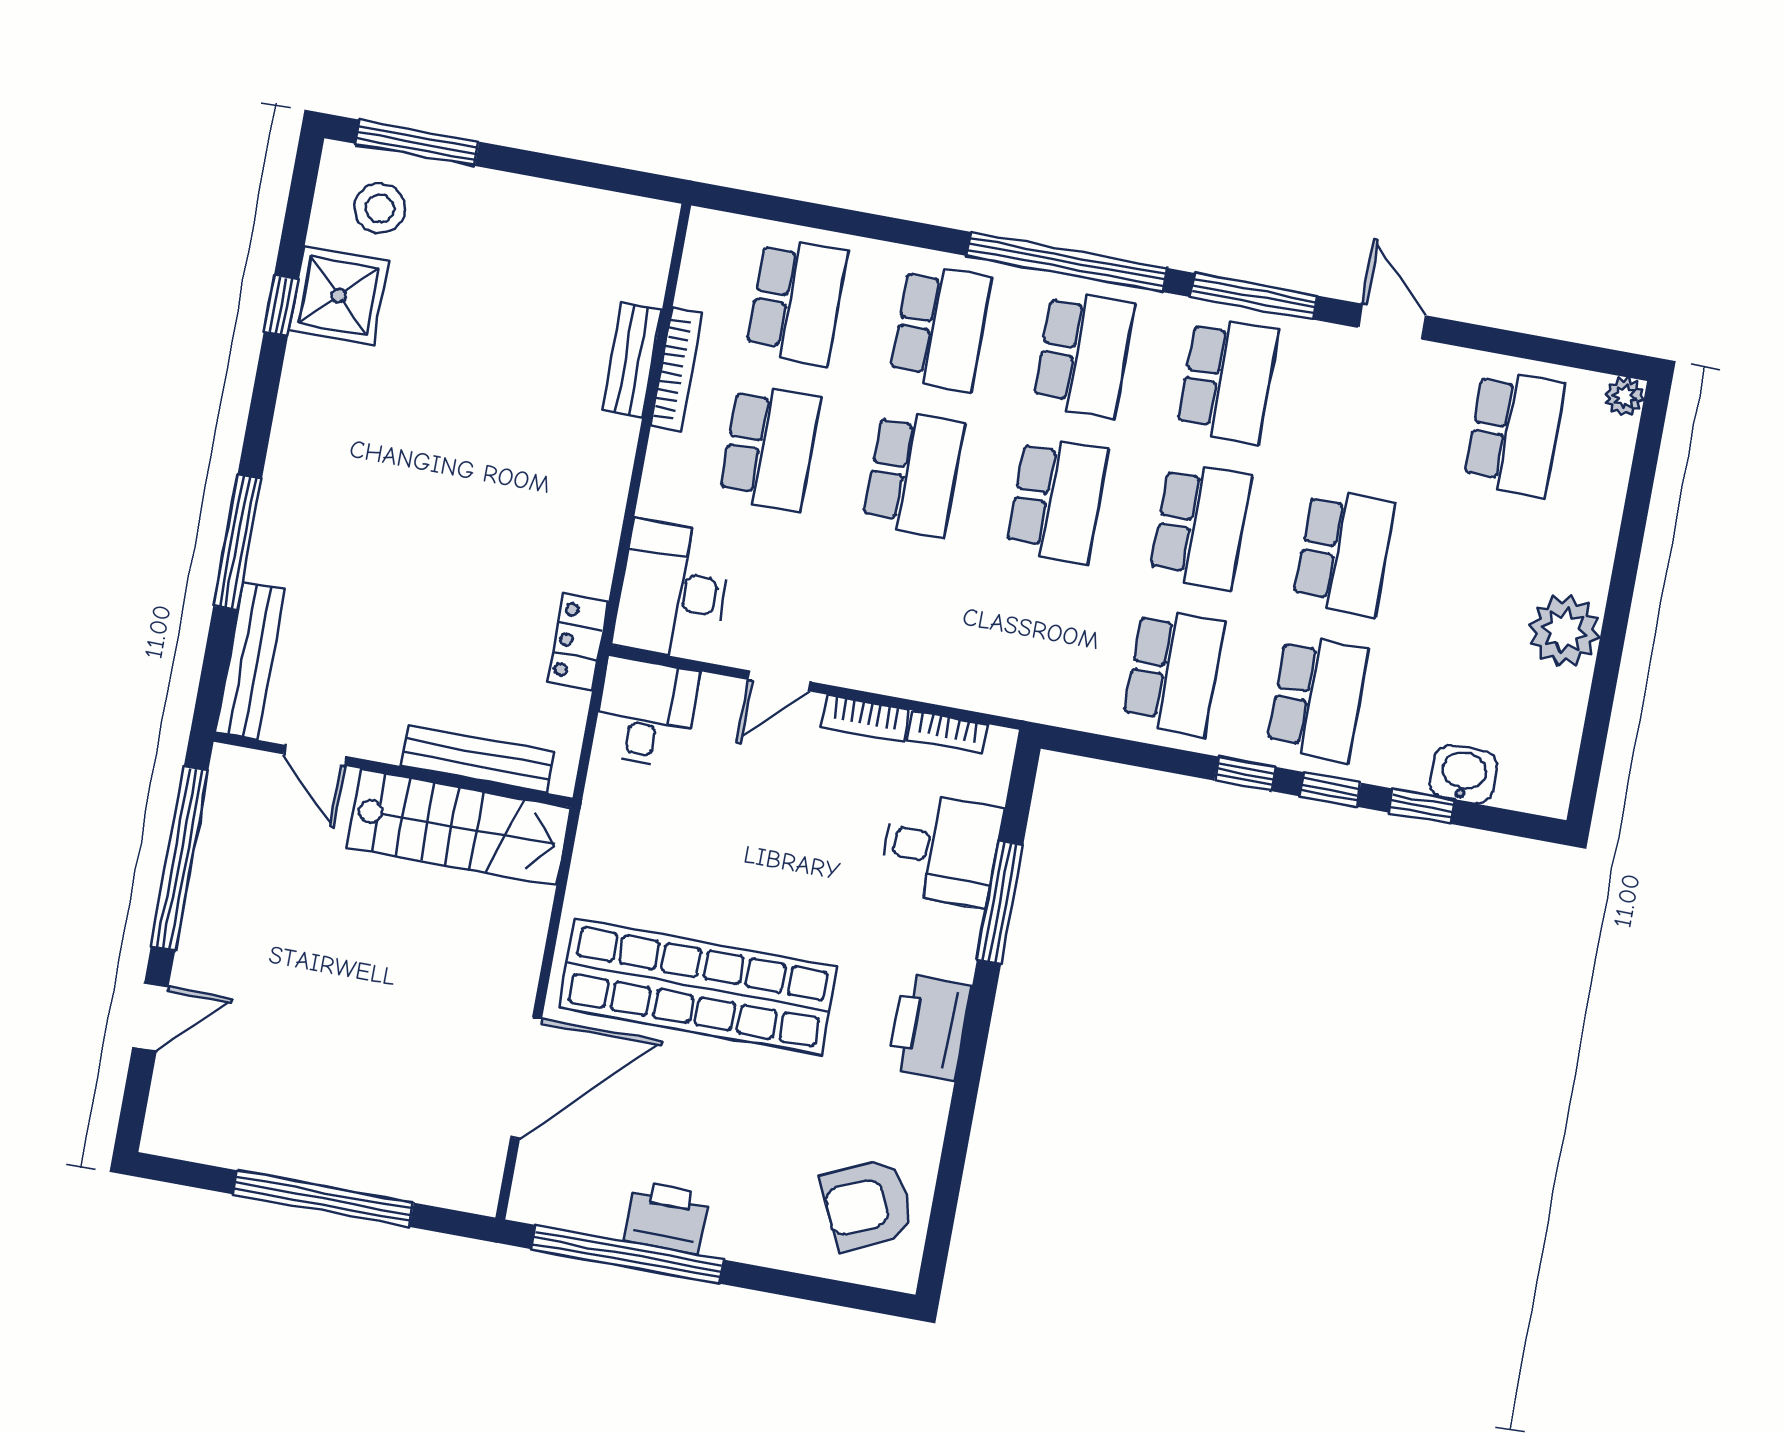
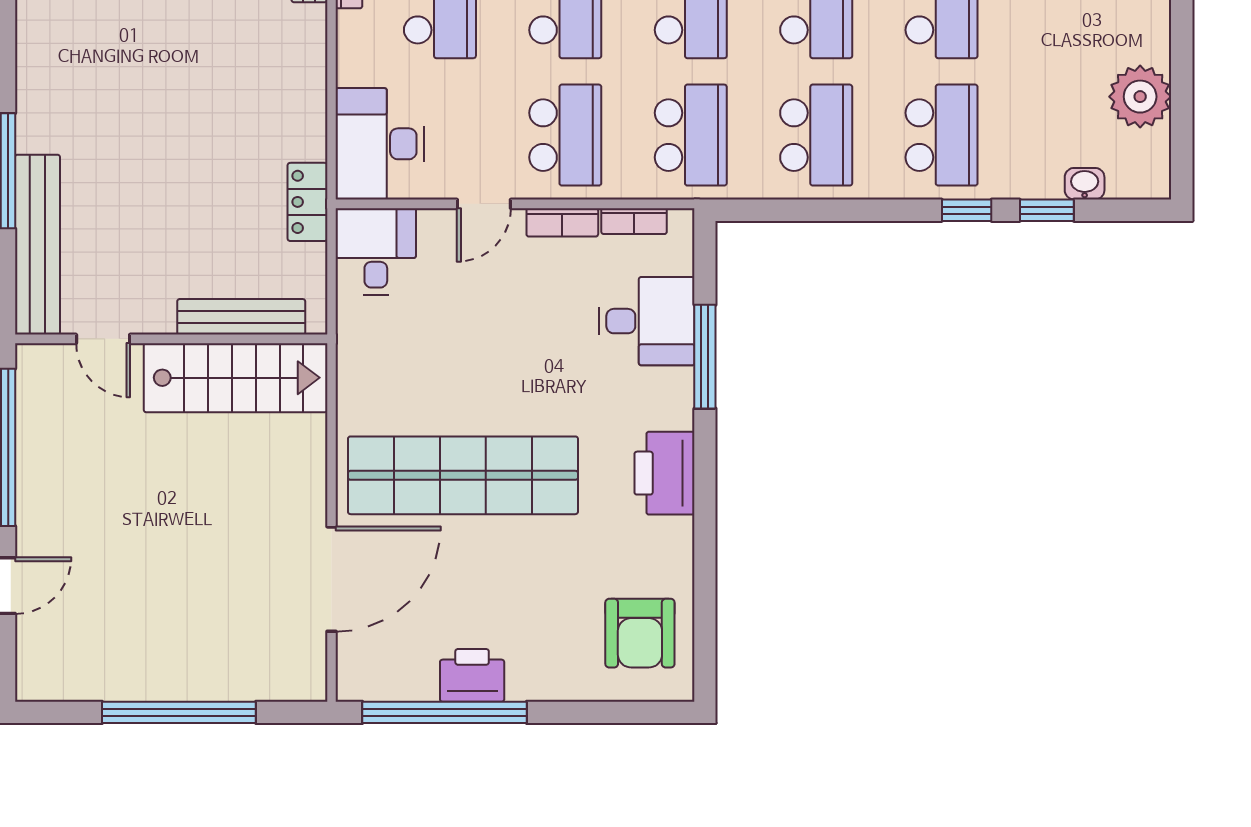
school desk: (887, 619) -> (565, 135), added
plant: (1564, 631) -> (1140, 97), moved
school desk: (1030, 646) -> (691, 135), added
bench: (250, 660) -> (37, 245), width x1.37, depth x1.21
window: (1245, 774) -> (892, 210), removed
washbasin: (1464, 774) -> (1085, 184), width x0.72, depth x0.69
armchair: (868, 1205) -> (640, 633), turned -65

